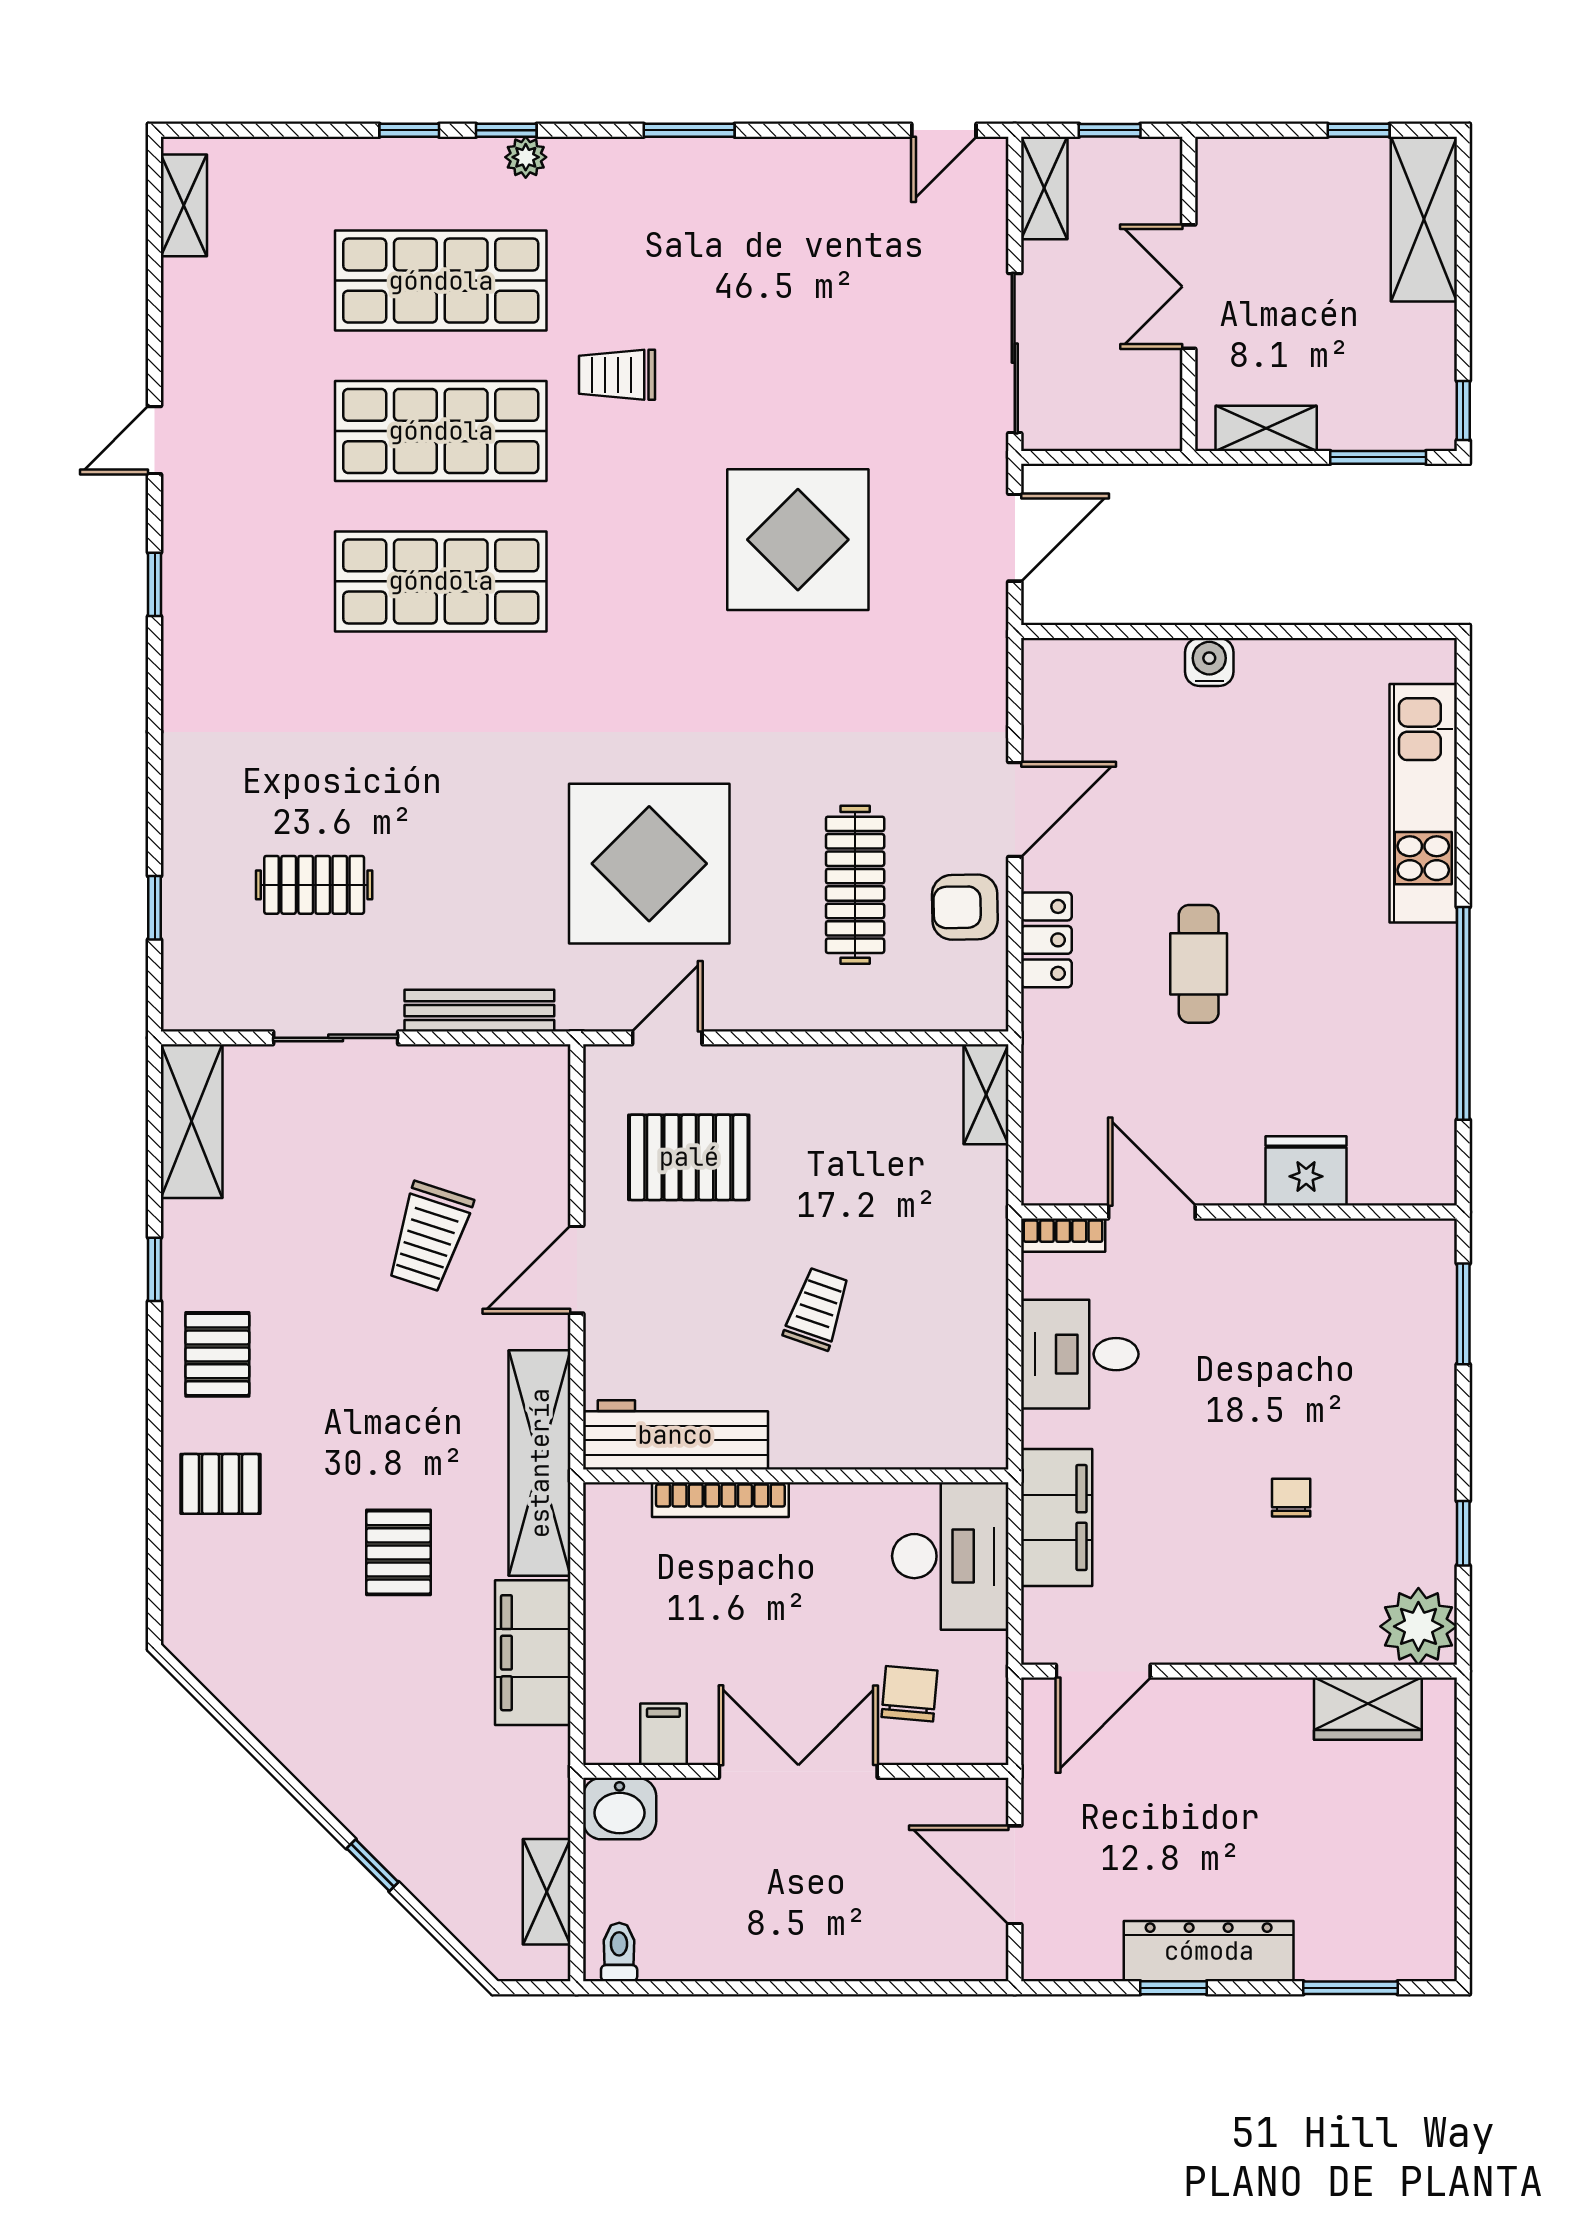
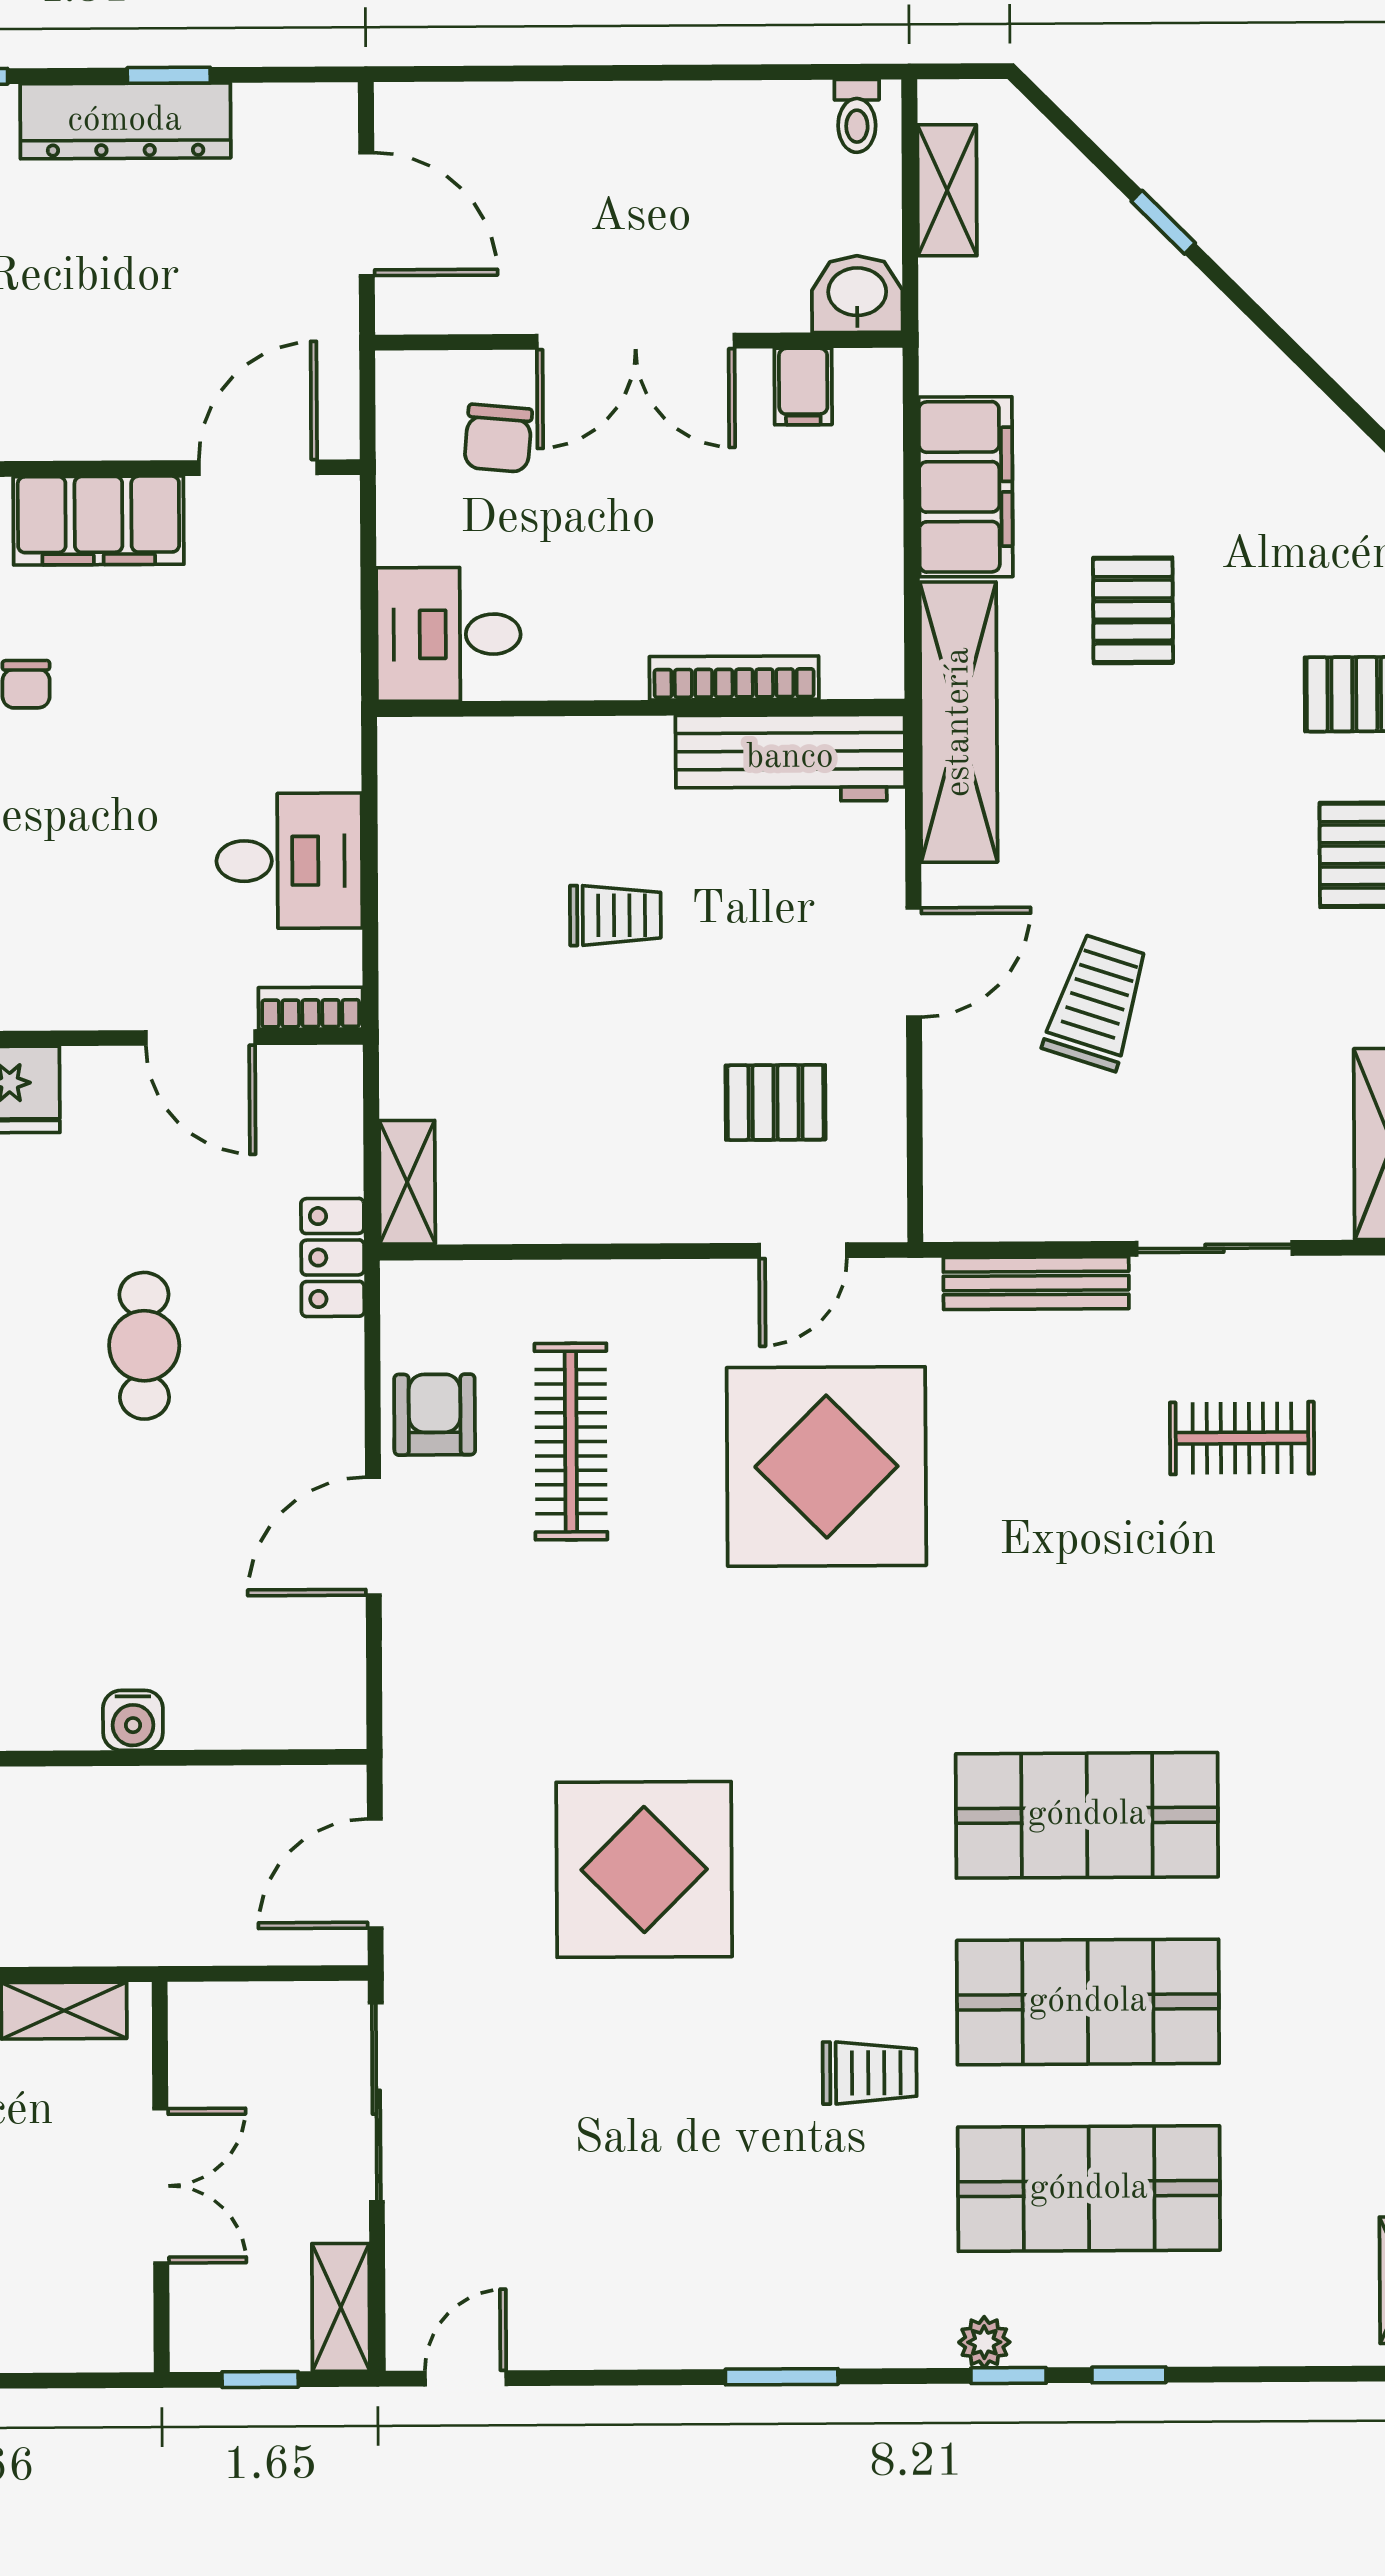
armchair: (965, 907) -> (435, 1415), turned -89
locker: (1046, 940) -> (333, 1257), moved
pallet: (689, 1157) -> (776, 1102), width x0.67, depth x0.71
trolley: (817, 1309) -> (615, 915), turned -109
filing cabinet: (1057, 1518) -> (99, 521), moved, turned -90
desk: (950, 1556) -> (449, 634), width x0.73

